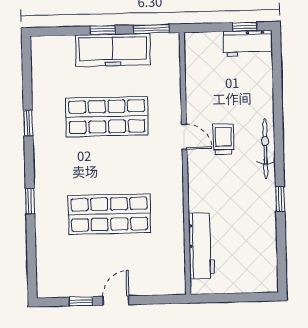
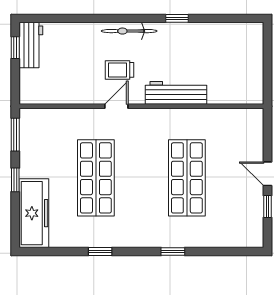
freezer: (113, 50) -> (34, 213), moved
workbench: (201, 246) -> (176, 93), moved

